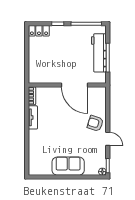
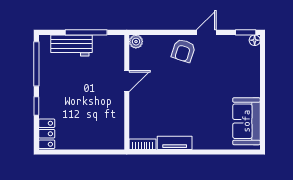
workbench: (99, 53) -> (71, 45), width x0.73
door: (75, 85) -> (127, 81), width x0.53
plant: (101, 91) -> (136, 42), added
sofa: (68, 166) -> (246, 121), moved

